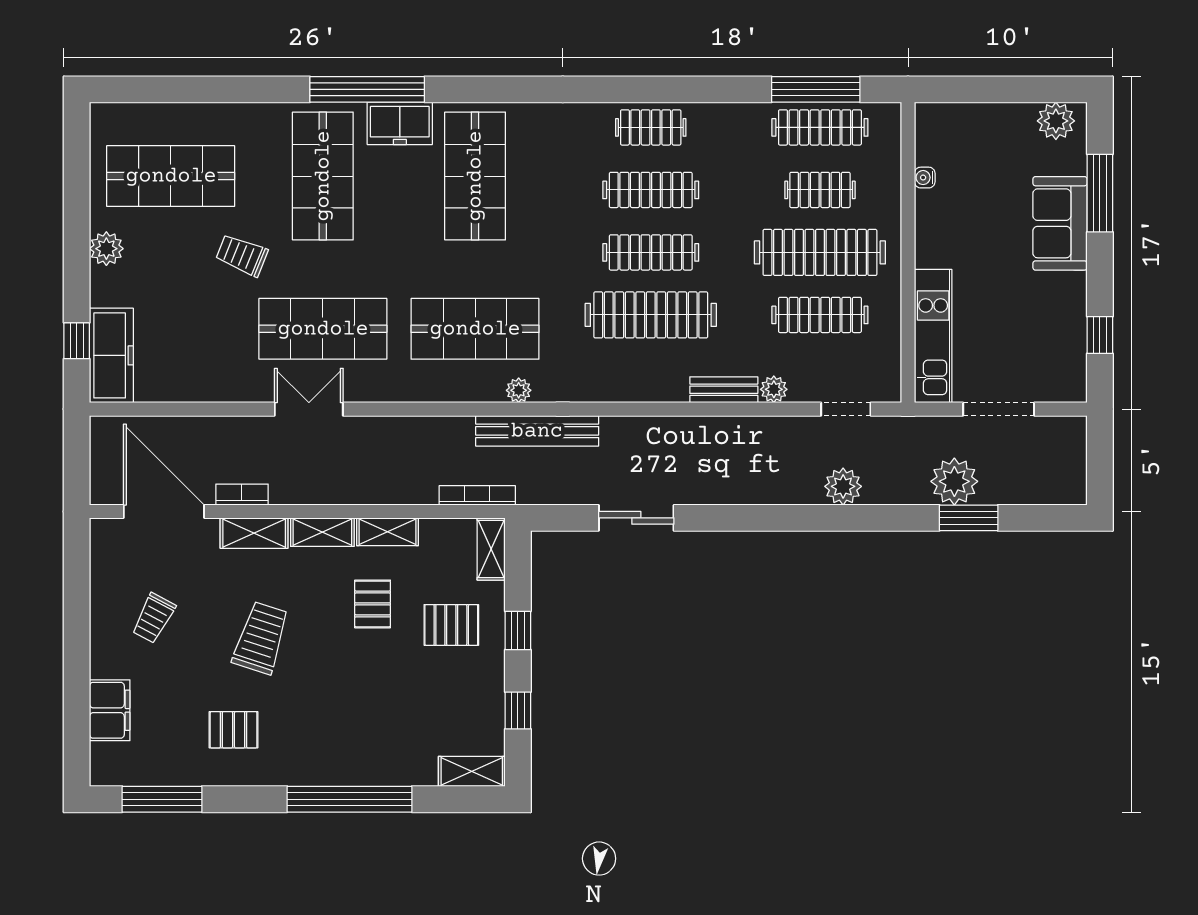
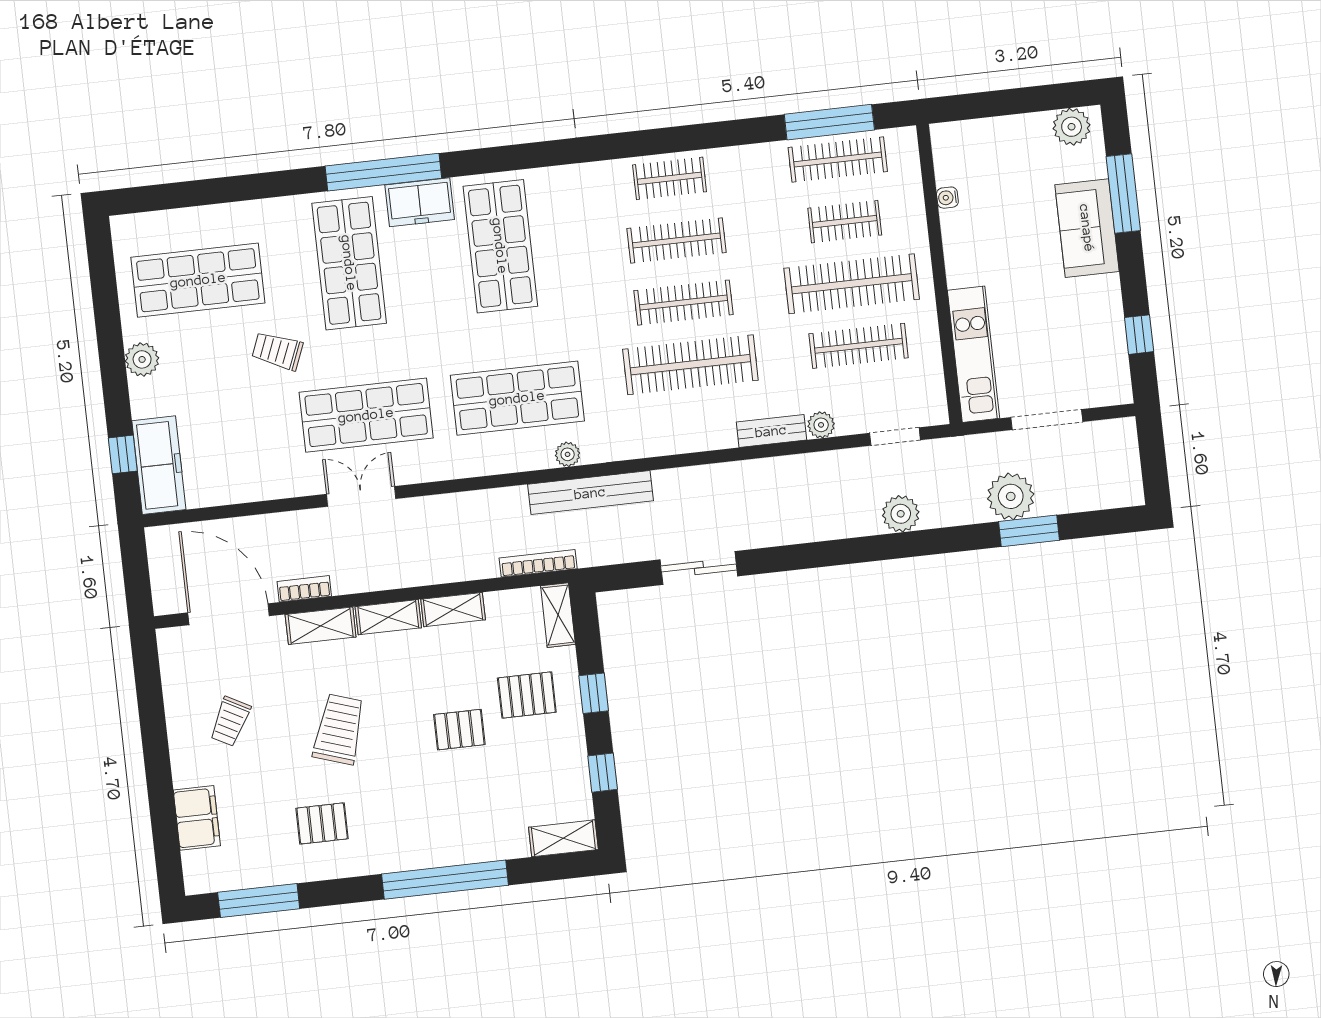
pallet: (373, 604) -> (459, 730), moved, turned 90

